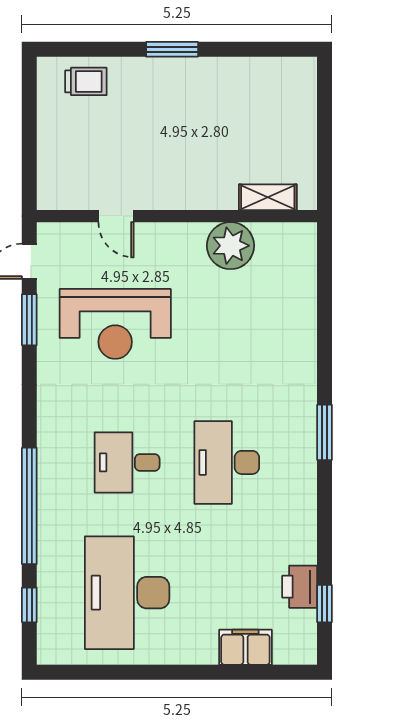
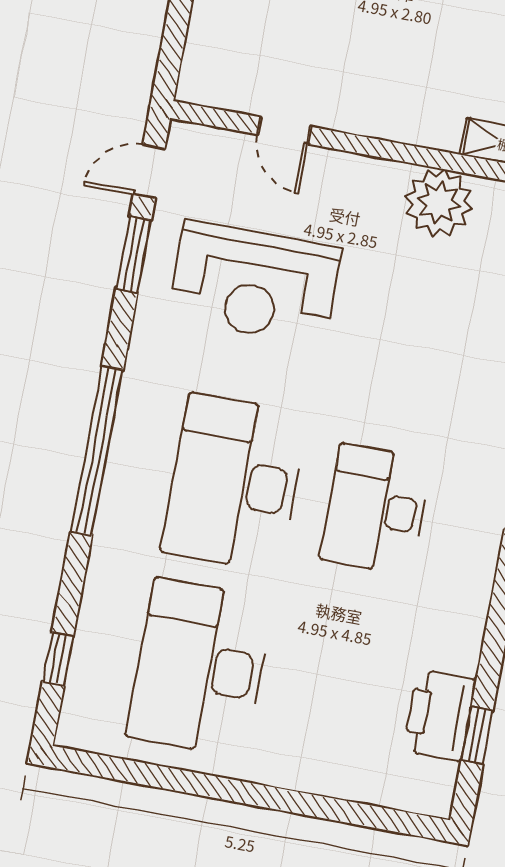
desk: (127, 462) -> (234, 483), width x1.87, depth x1.30
window: (29, 506) -> (97, 451), moved
printer: (300, 587) -> (439, 715), width x1.37, depth x1.19
filing cabinet: (245, 647) -> (353, 776), removed

